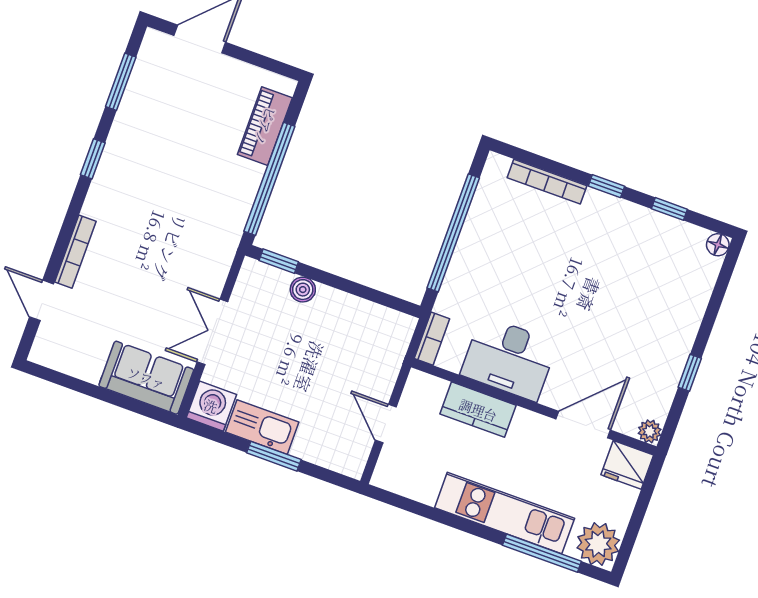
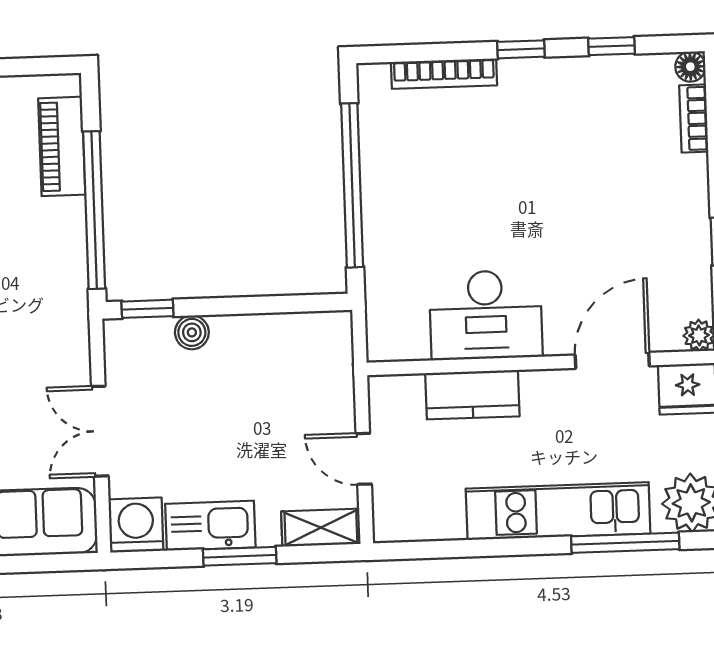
bookcase: (432, 339) -> (694, 119), moved, turned 180
shelving: (337, 459) -> (321, 528), added

